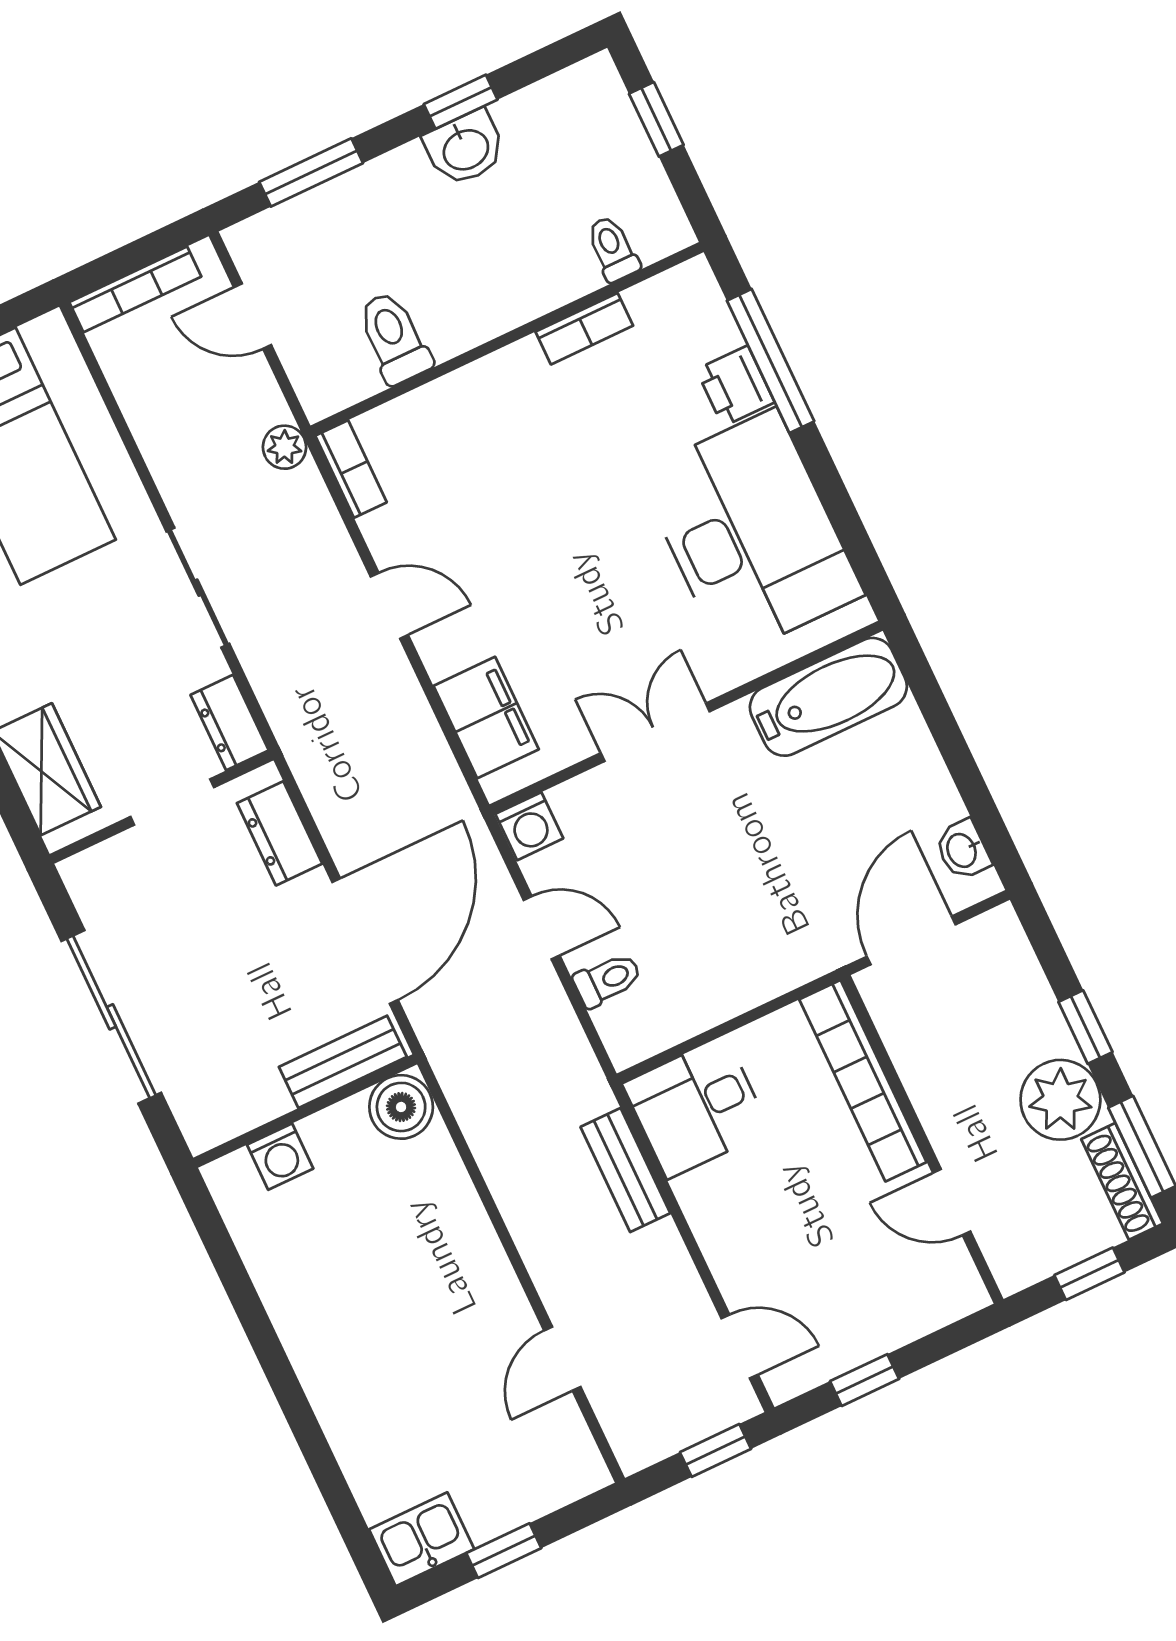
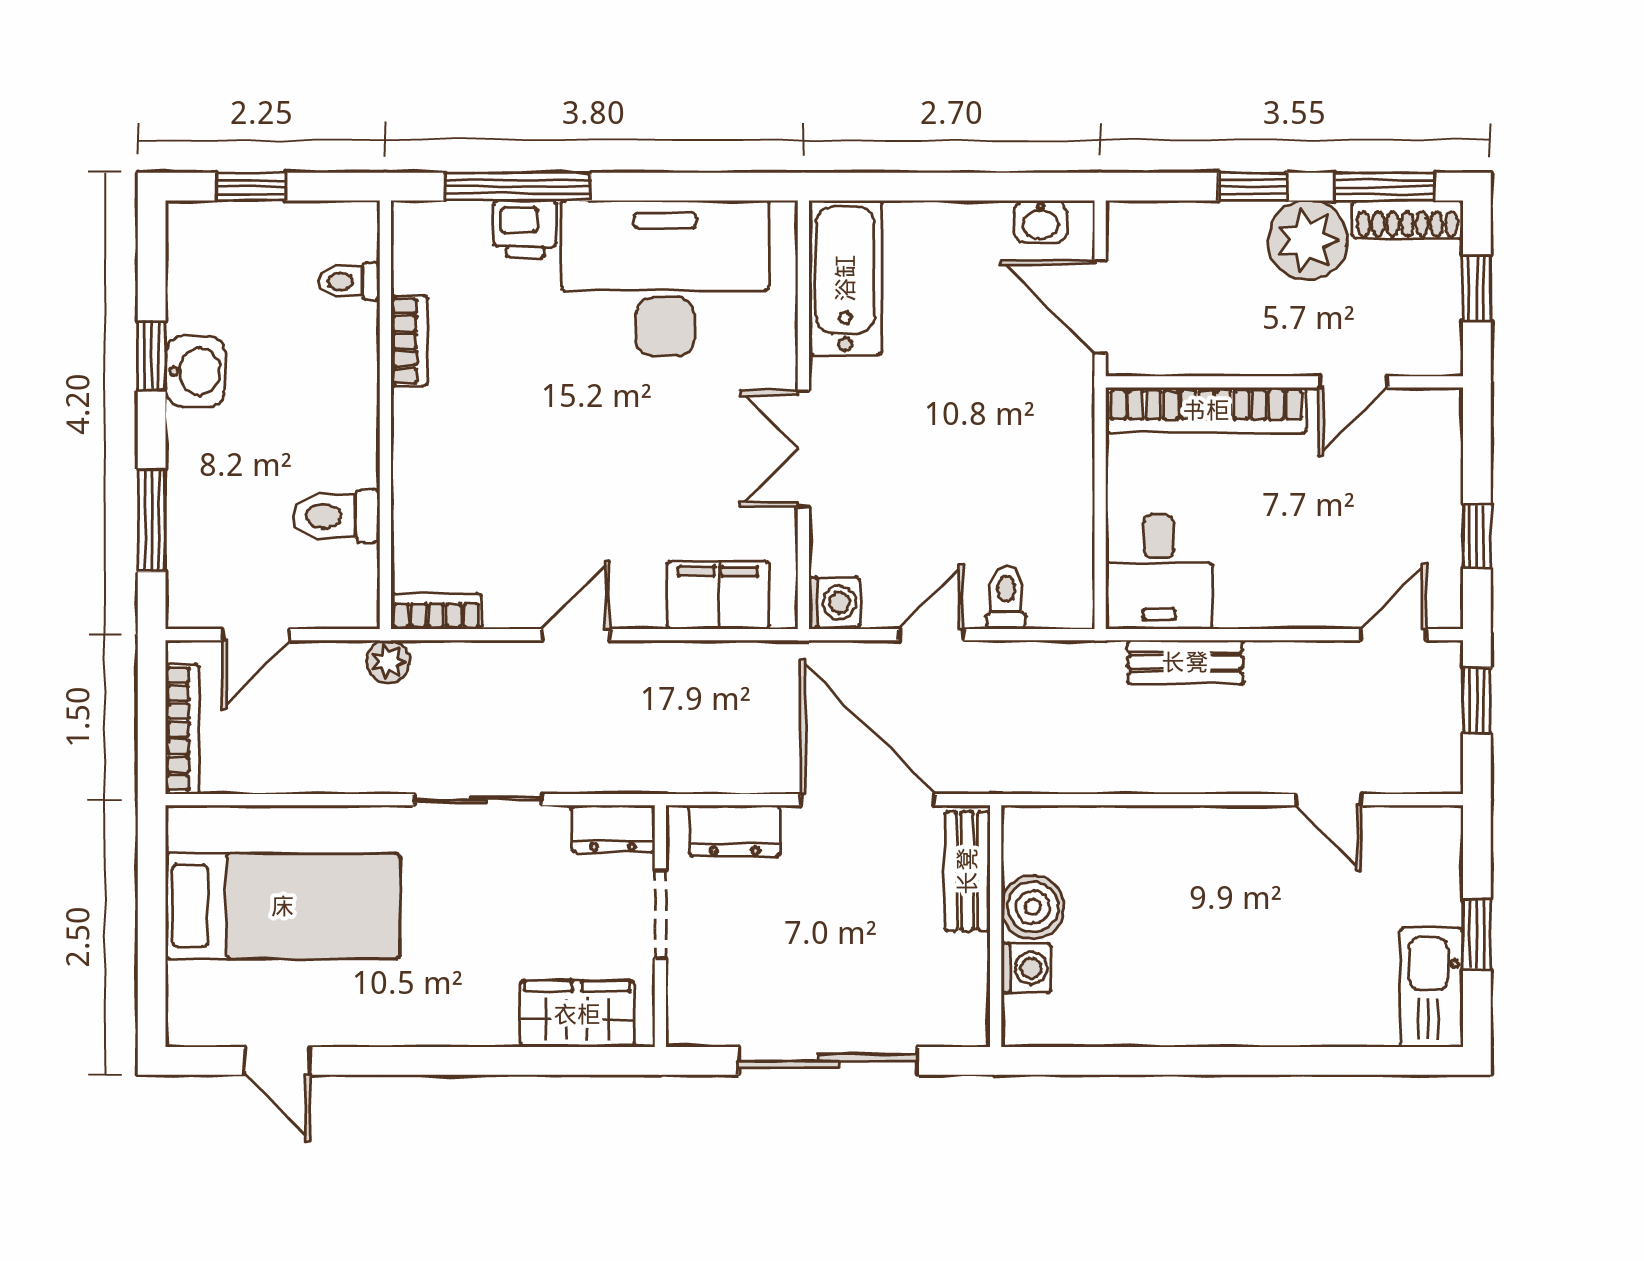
boiler: (401, 1107) -> (1033, 907), moved
kitchen sink: (422, 1539) -> (1432, 987), width x1.38

